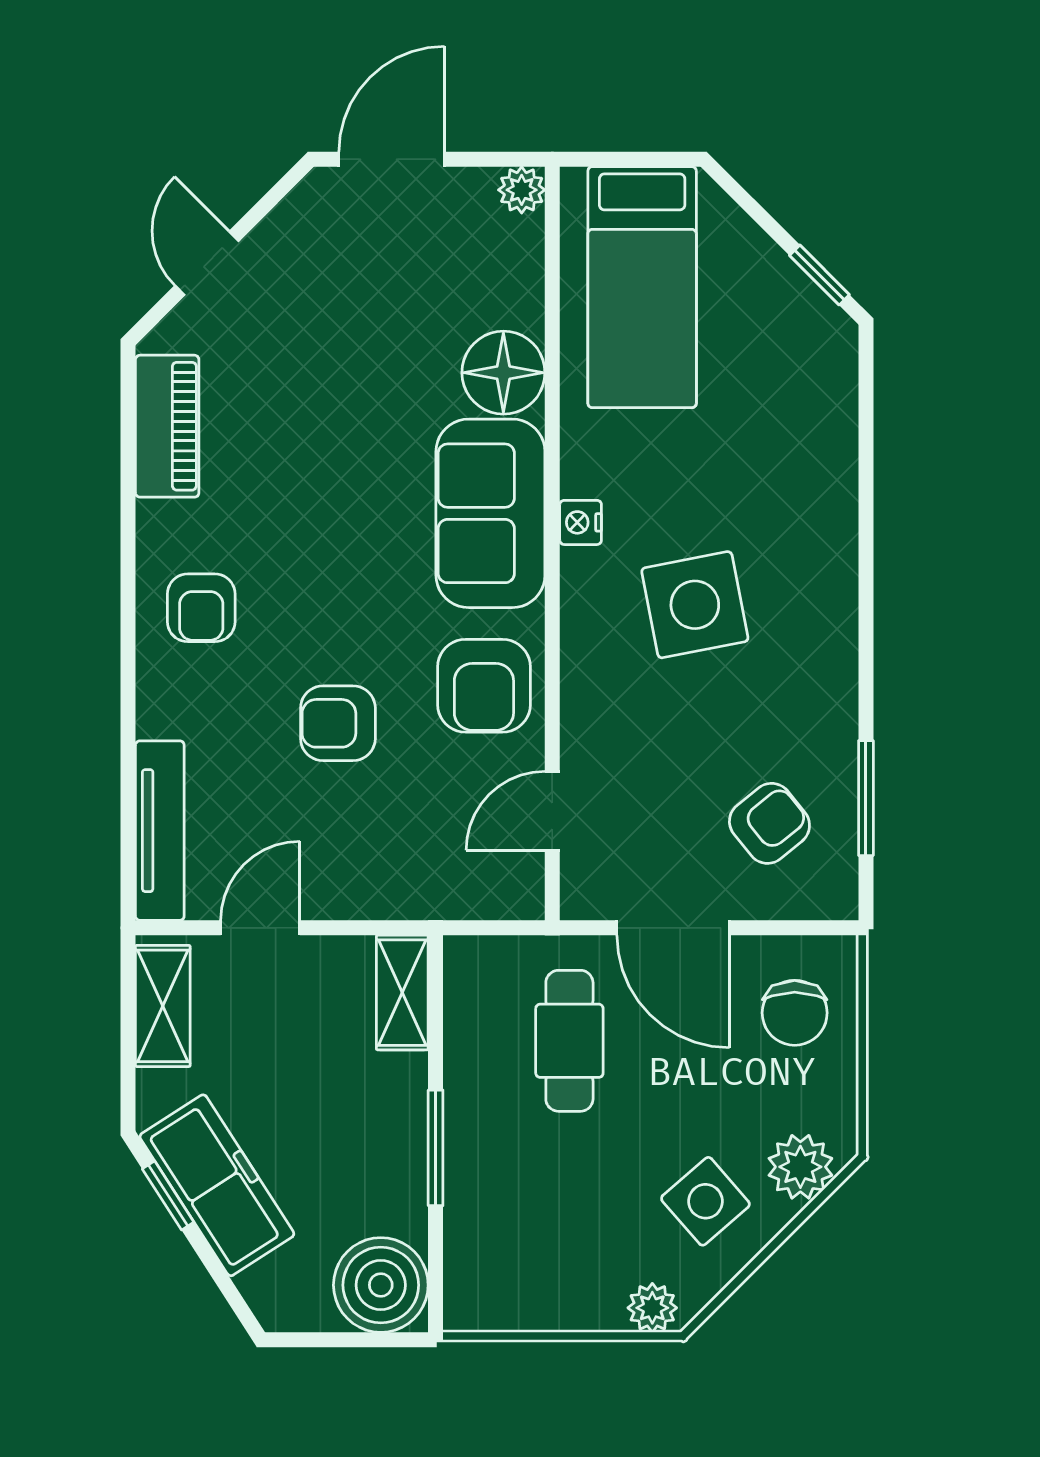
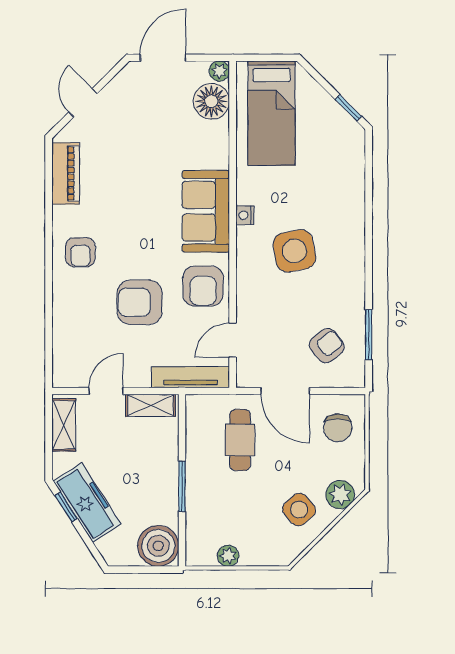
floor lamp: (503, 373) -> (211, 101), moved
armchair: (338, 723) -> (140, 302), width x1.38, depth x1.38
tv unit: (160, 831) -> (190, 377), moved, turned -90
shelving: (402, 993) -> (151, 405), moved, turned 90
plant: (652, 1308) -> (228, 556), moved

